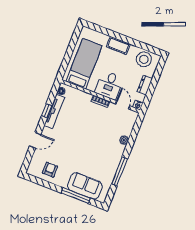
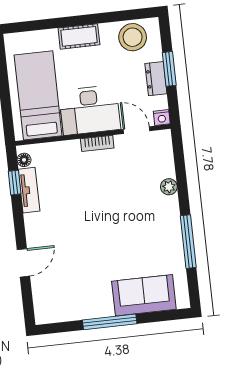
window: (154, 84) -> (169, 69), added
desk: (109, 85) -> (90, 110), width x1.37
window: (47, 111) -> (15, 183), moved
tv unit: (54, 111) -> (29, 190), width x0.71
armchair: (50, 170) -> (73, 298), removed
window: (76, 196) -> (110, 322), moved

